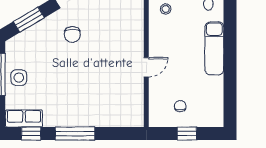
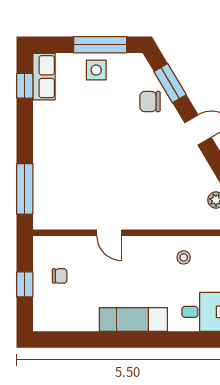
chair: (72, 34) -> (150, 102), moved
window: (75, 134) -> (25, 189), moved

